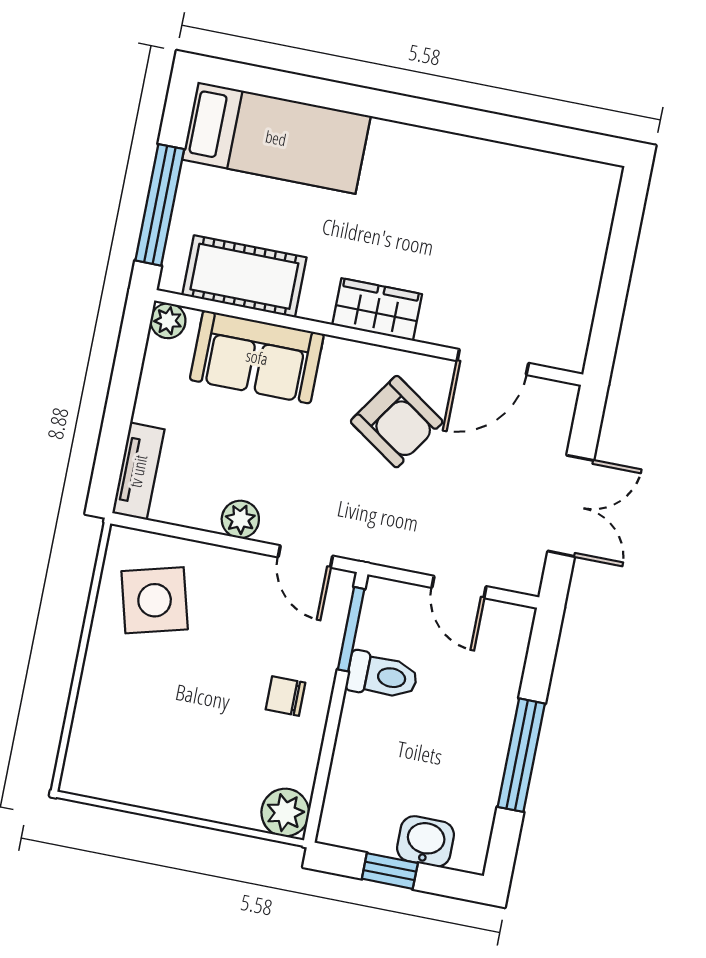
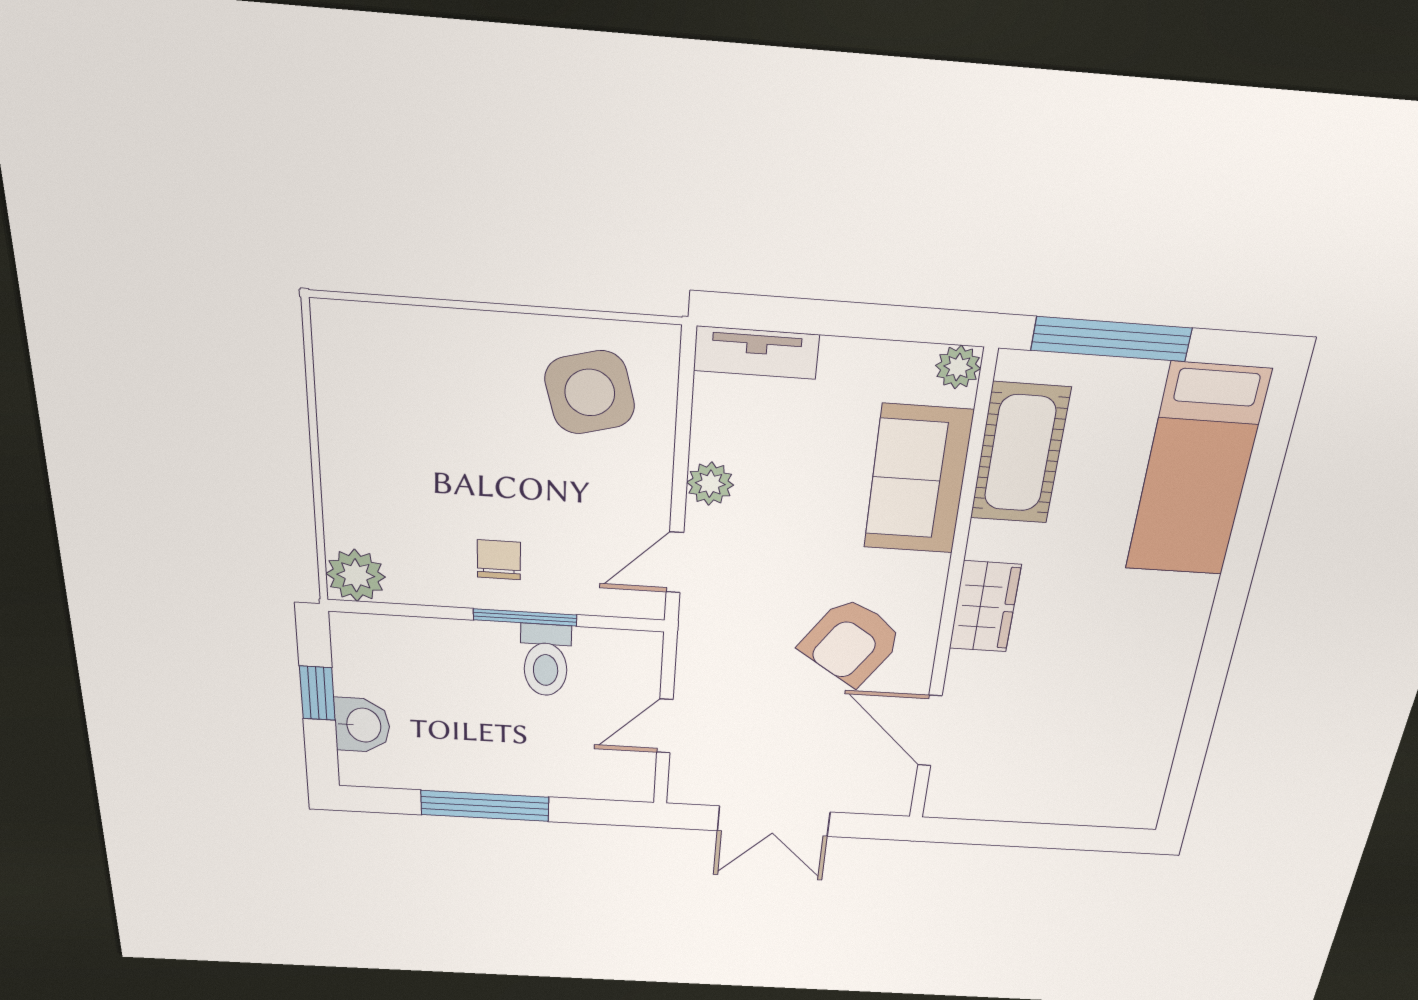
window: (351, 629) -> (525, 617), moved

